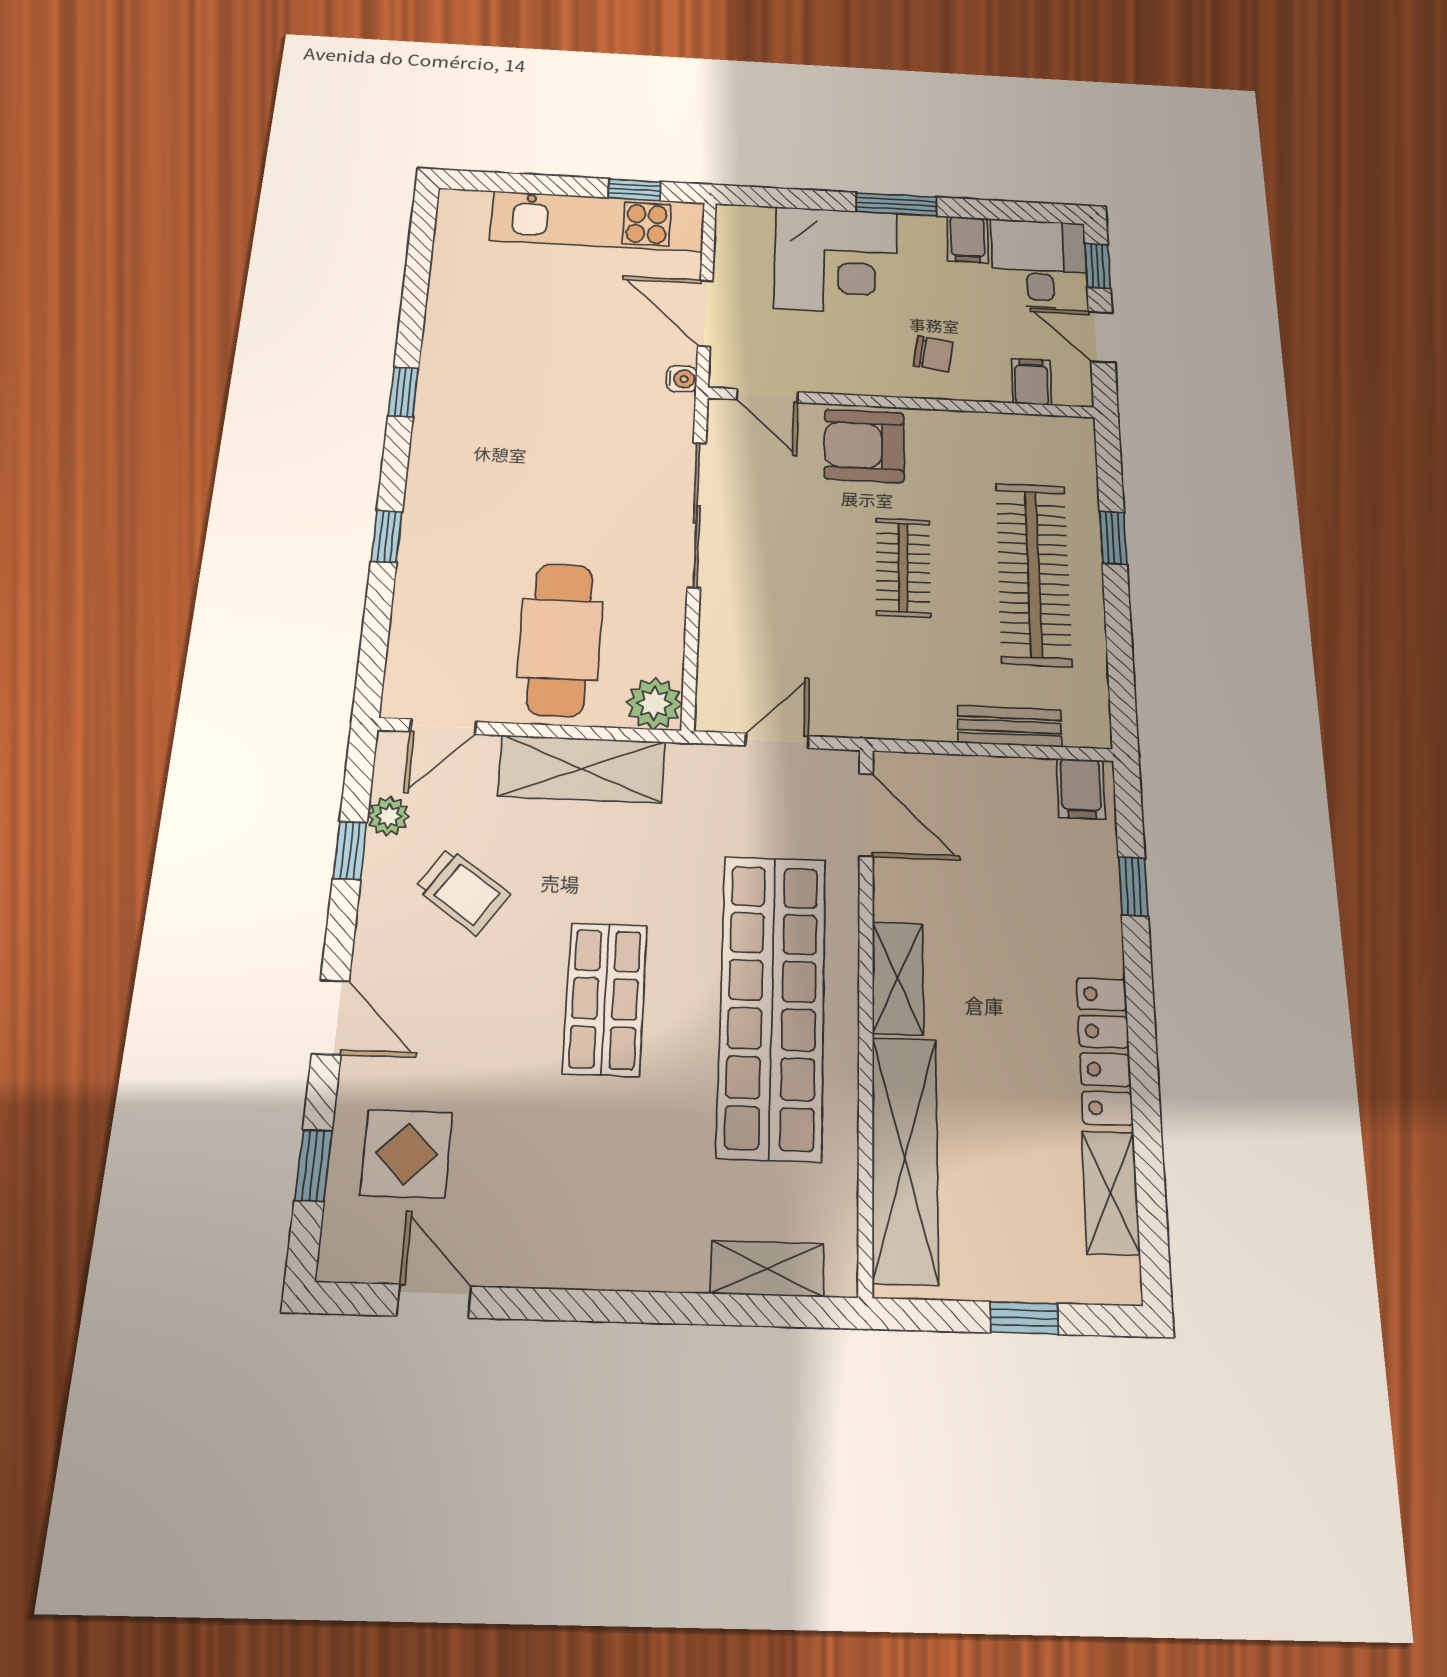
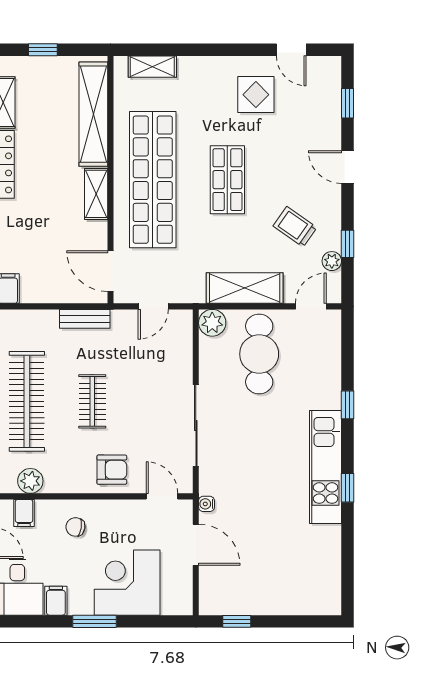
kitchen unit: (598, 221) -> (326, 467), moved, turned -90
plant: (1021, 435) -> (30, 481), added
armchair: (864, 446) -> (112, 470), width x0.72, depth x0.72
bench: (1010, 726) -> (85, 319), moved
display table: (406, 1154) -> (256, 95), moved

